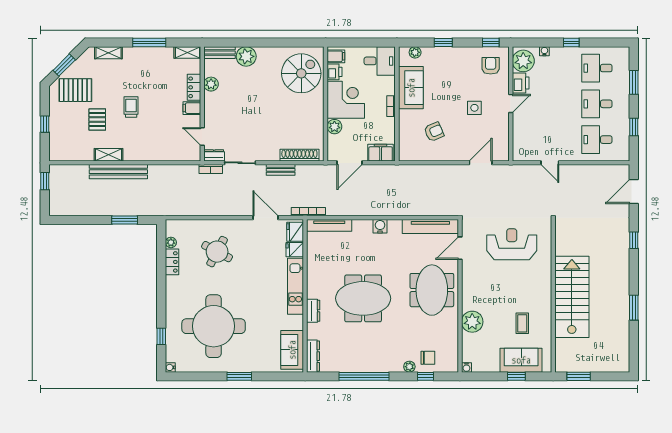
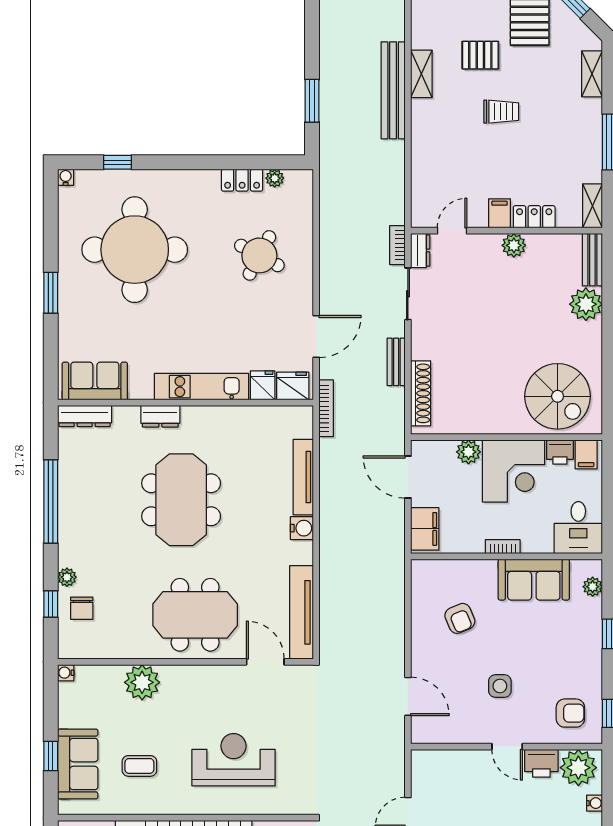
plant: (211, 84) -> (514, 245), moved
tv unit: (329, 225) -> (303, 477), moved
reception desk: (512, 244) -> (234, 760), moved, turned -90

